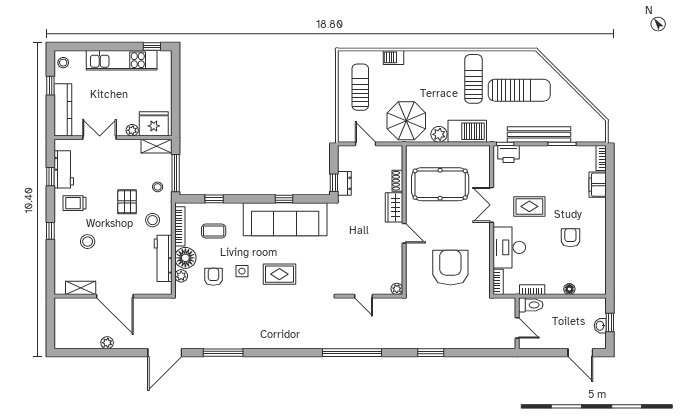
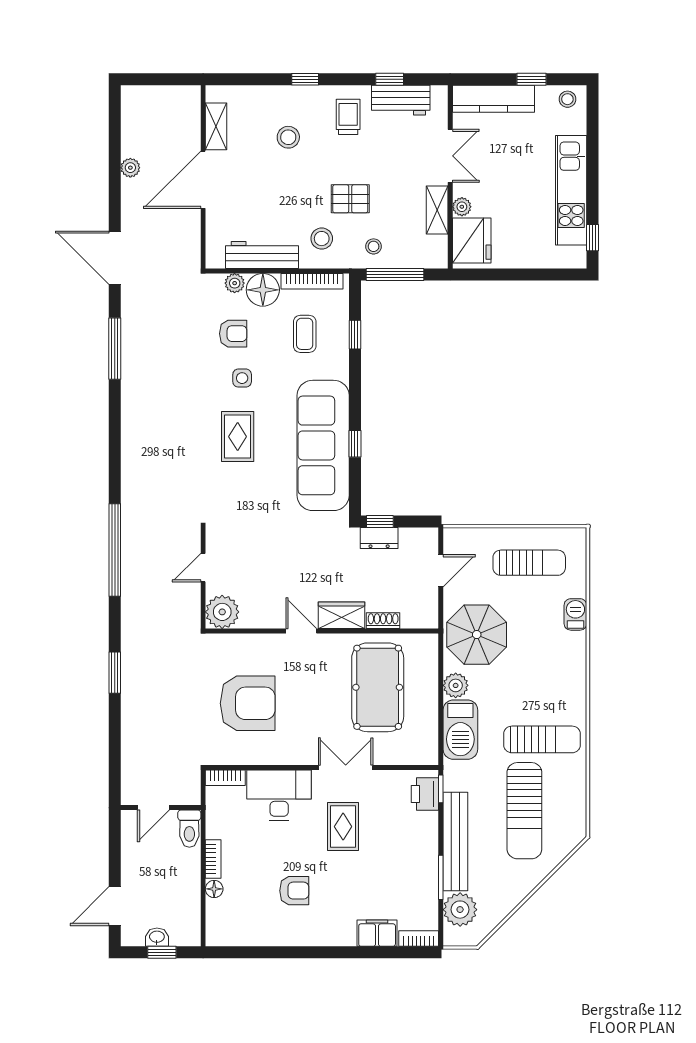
plant: (583, 131) -> (460, 910), added
shelving: (156, 146) -> (437, 210), moved
door: (404, 233) -> (301, 631), swing flipped
plant: (397, 289) -> (222, 612), width x1.88, depth x1.88
bookcase: (532, 290) -> (213, 859), moved

